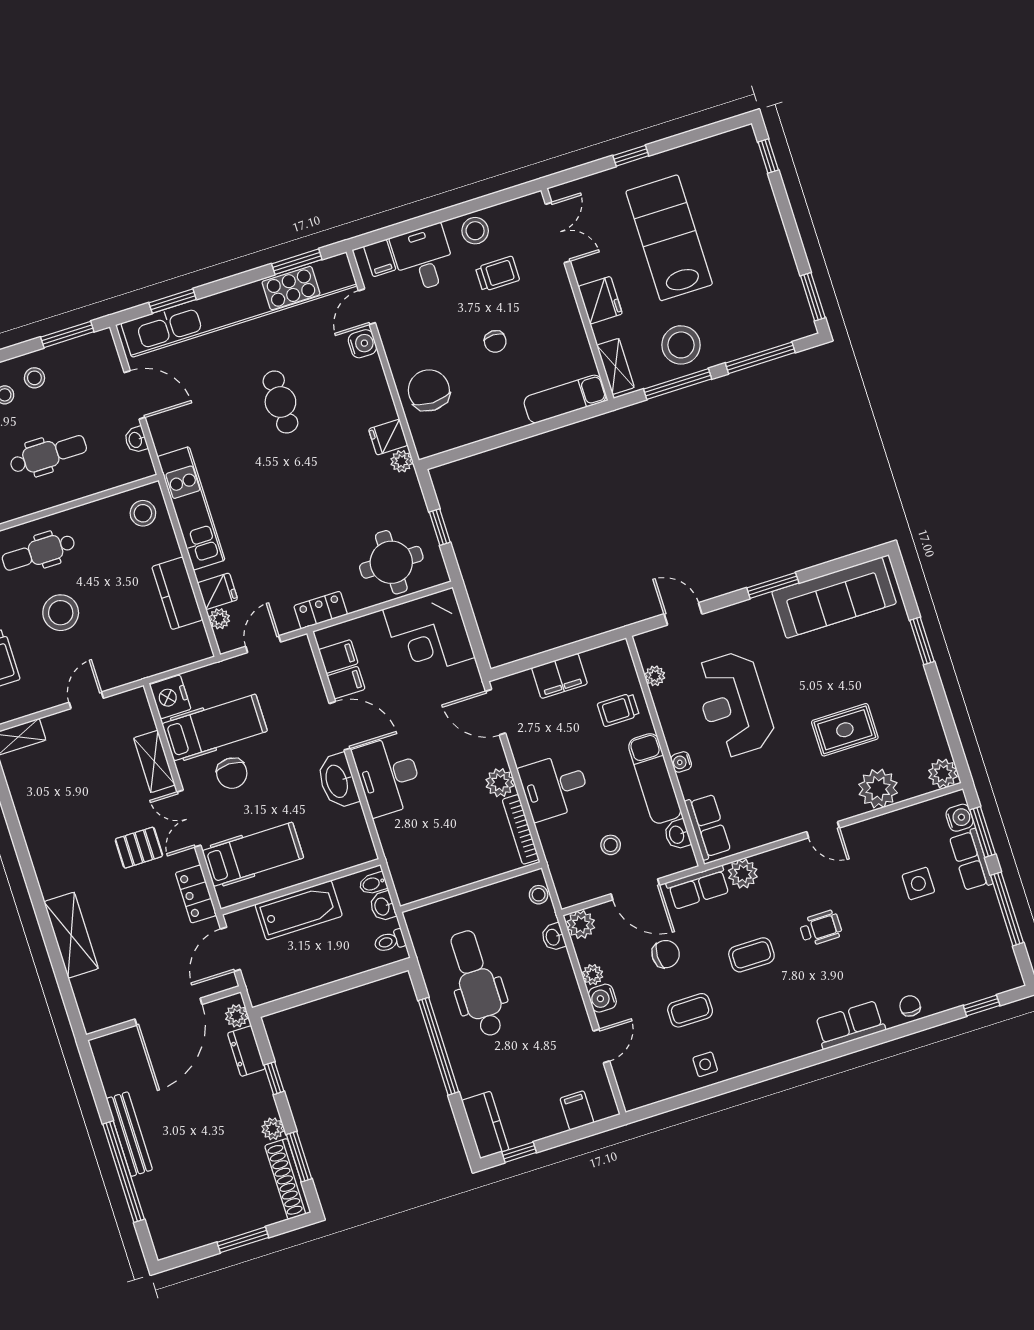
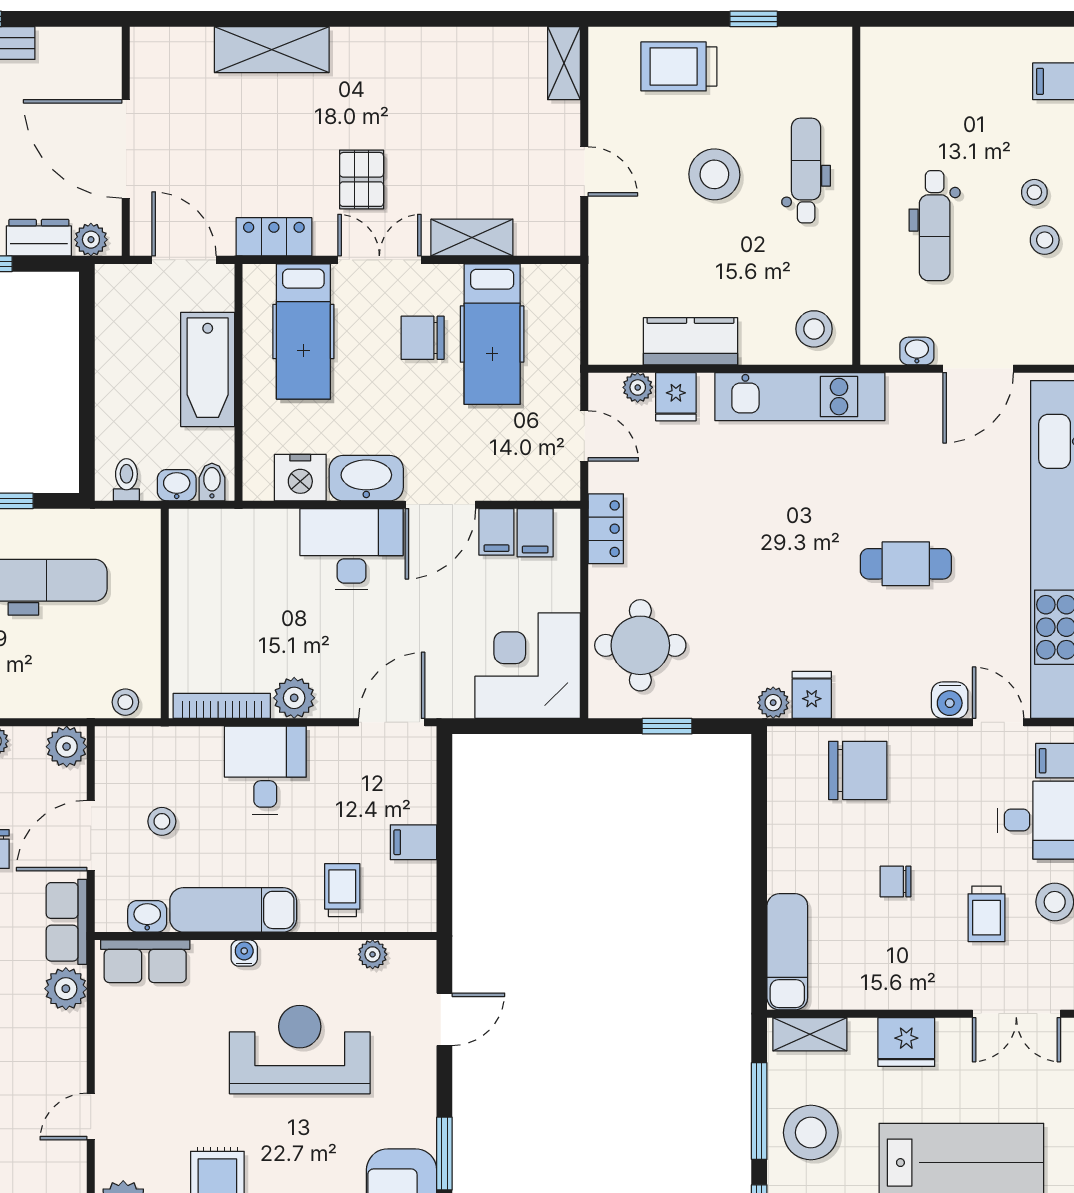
filing cabinet: (560, 676) -> (413, 842), width x0.50
nightstand: (170, 697) -> (300, 478), moved, turned 180
washbasin: (553, 937) -> (61, 704), removed

